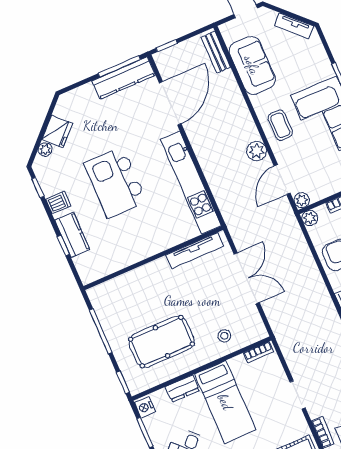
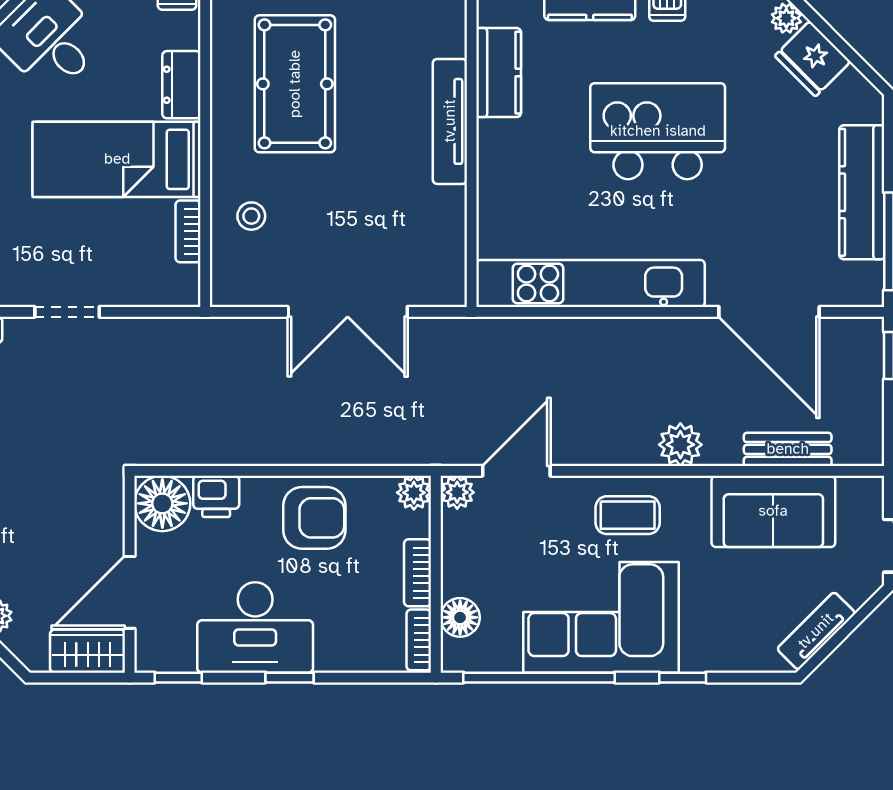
bench: (216, 52) -> (788, 449), moved
kitchen counter: (124, 78) -> (862, 192), moved
plant: (257, 151) -> (680, 445), moved
door: (282, 179) -> (516, 471), hinge flipped
tv unit: (195, 251) -> (450, 121), moved
kitchen counter: (120, 259) -> (499, 73), added
bookcase: (258, 352) -> (188, 231), moved

